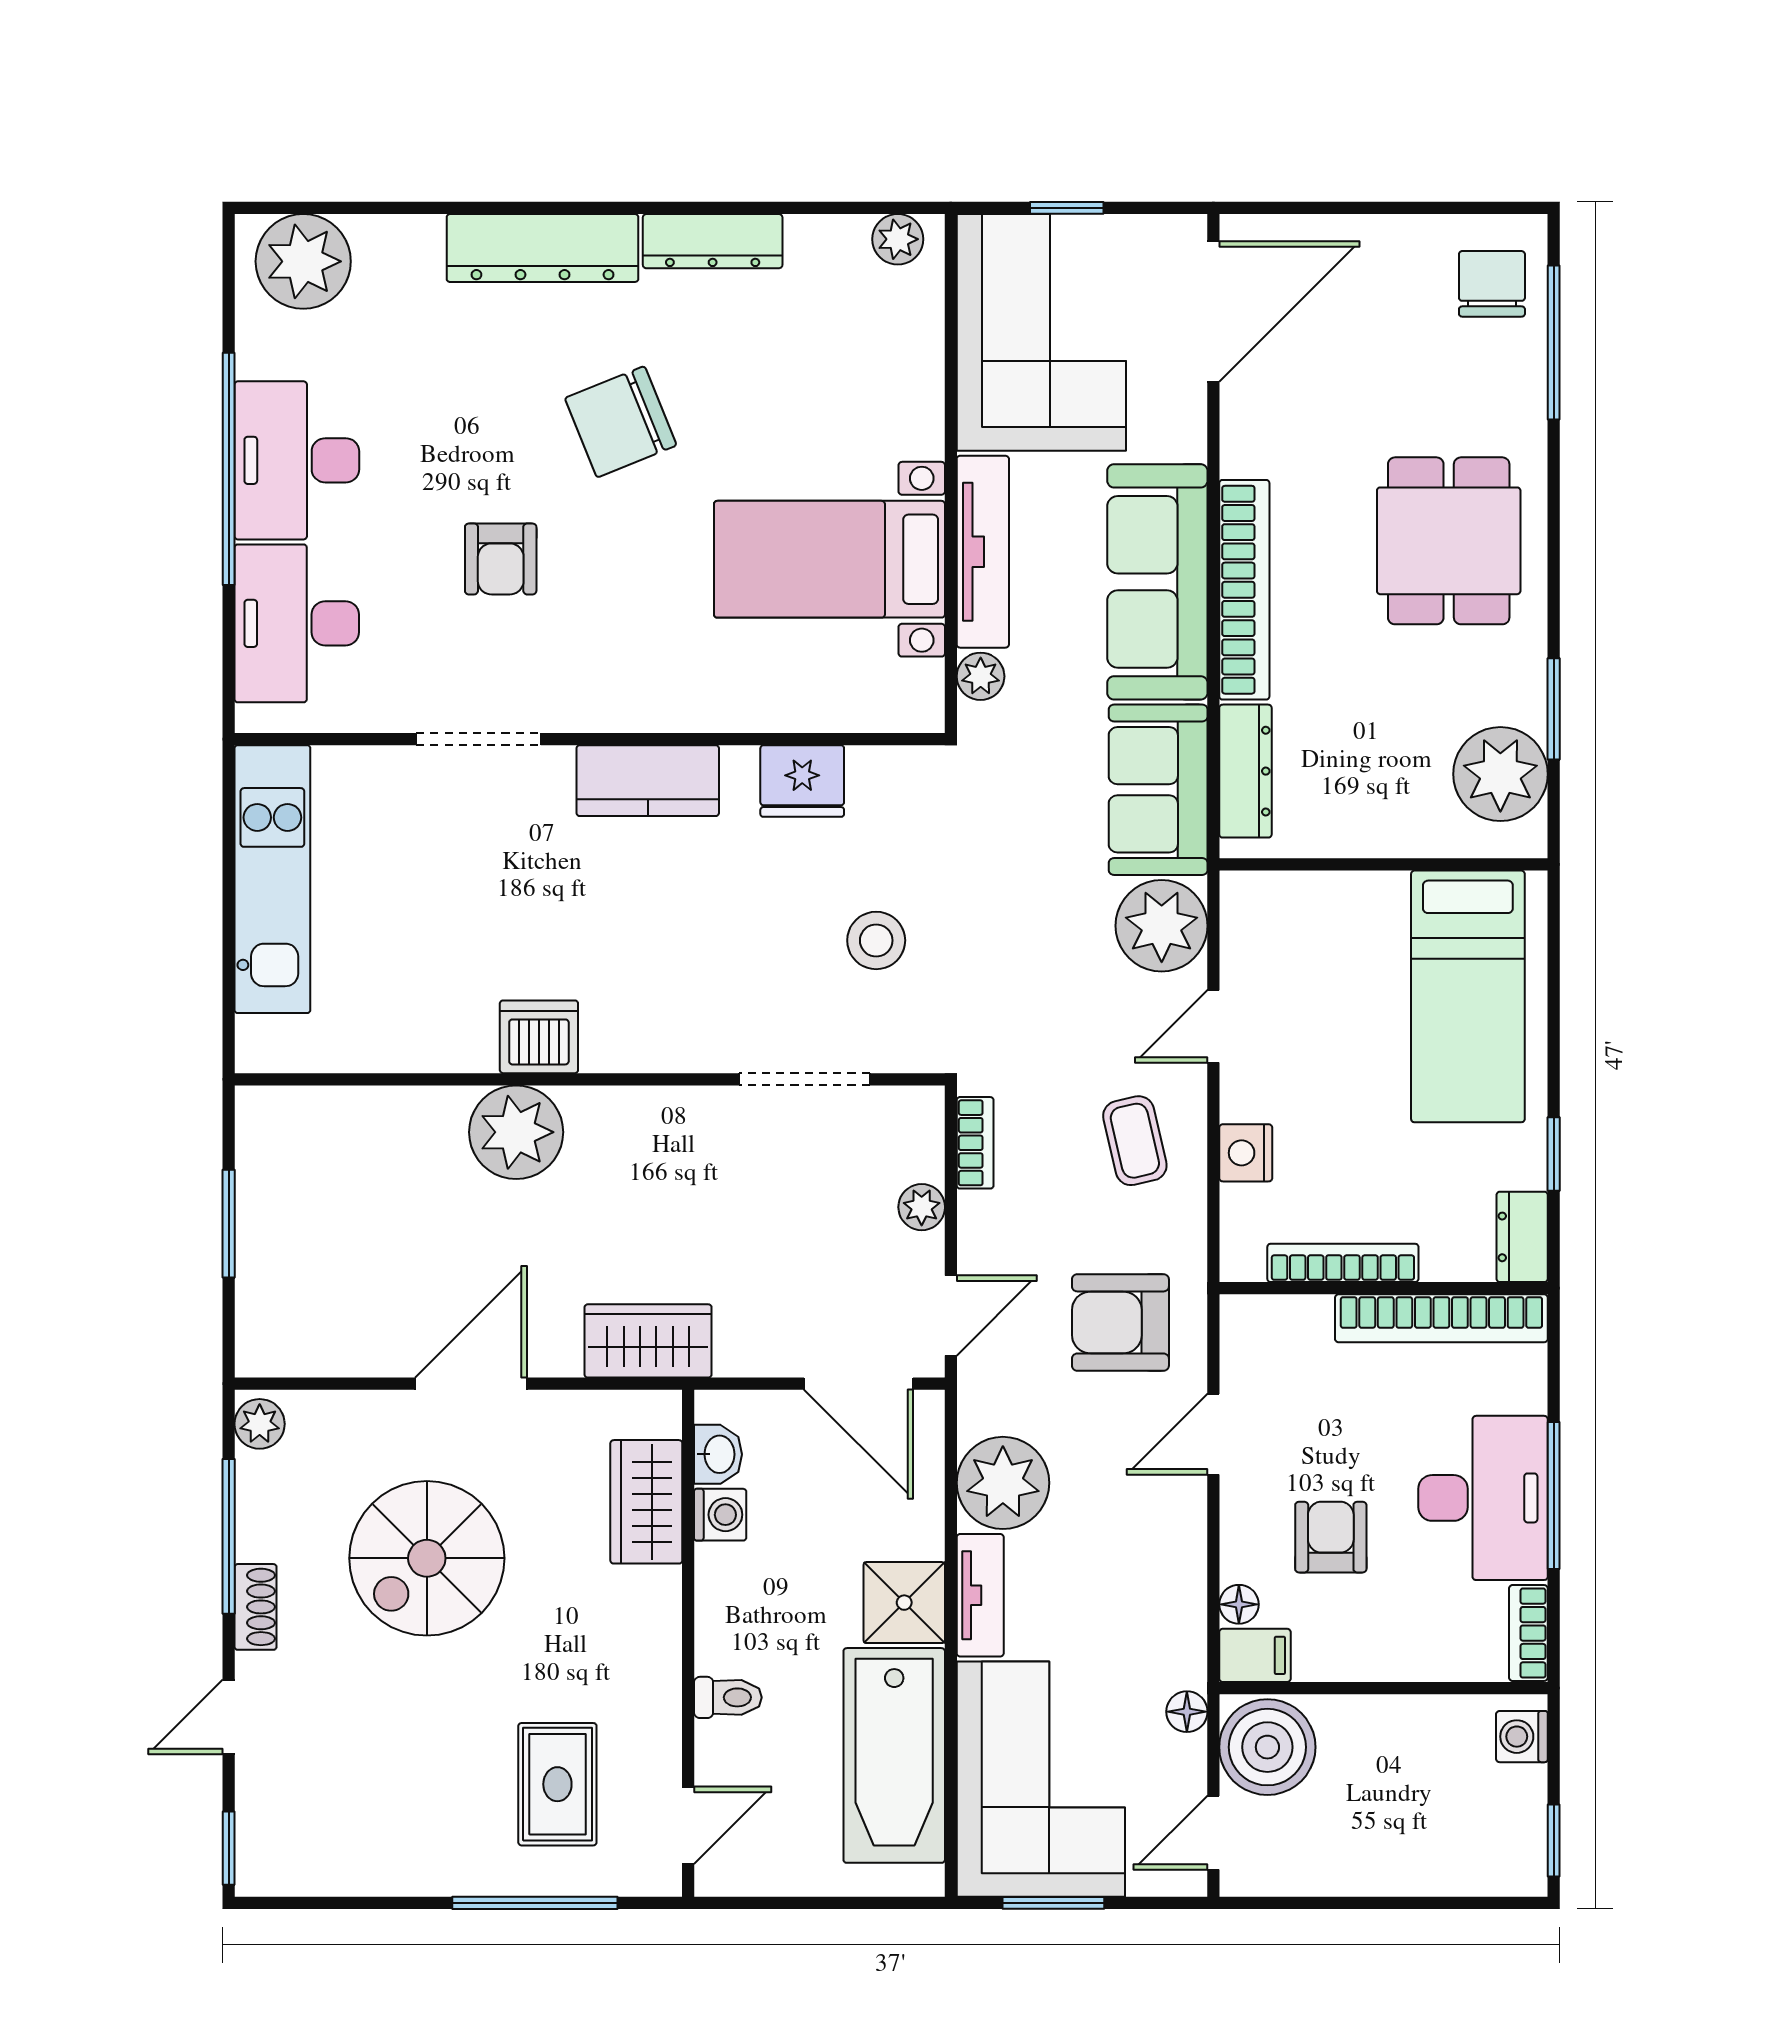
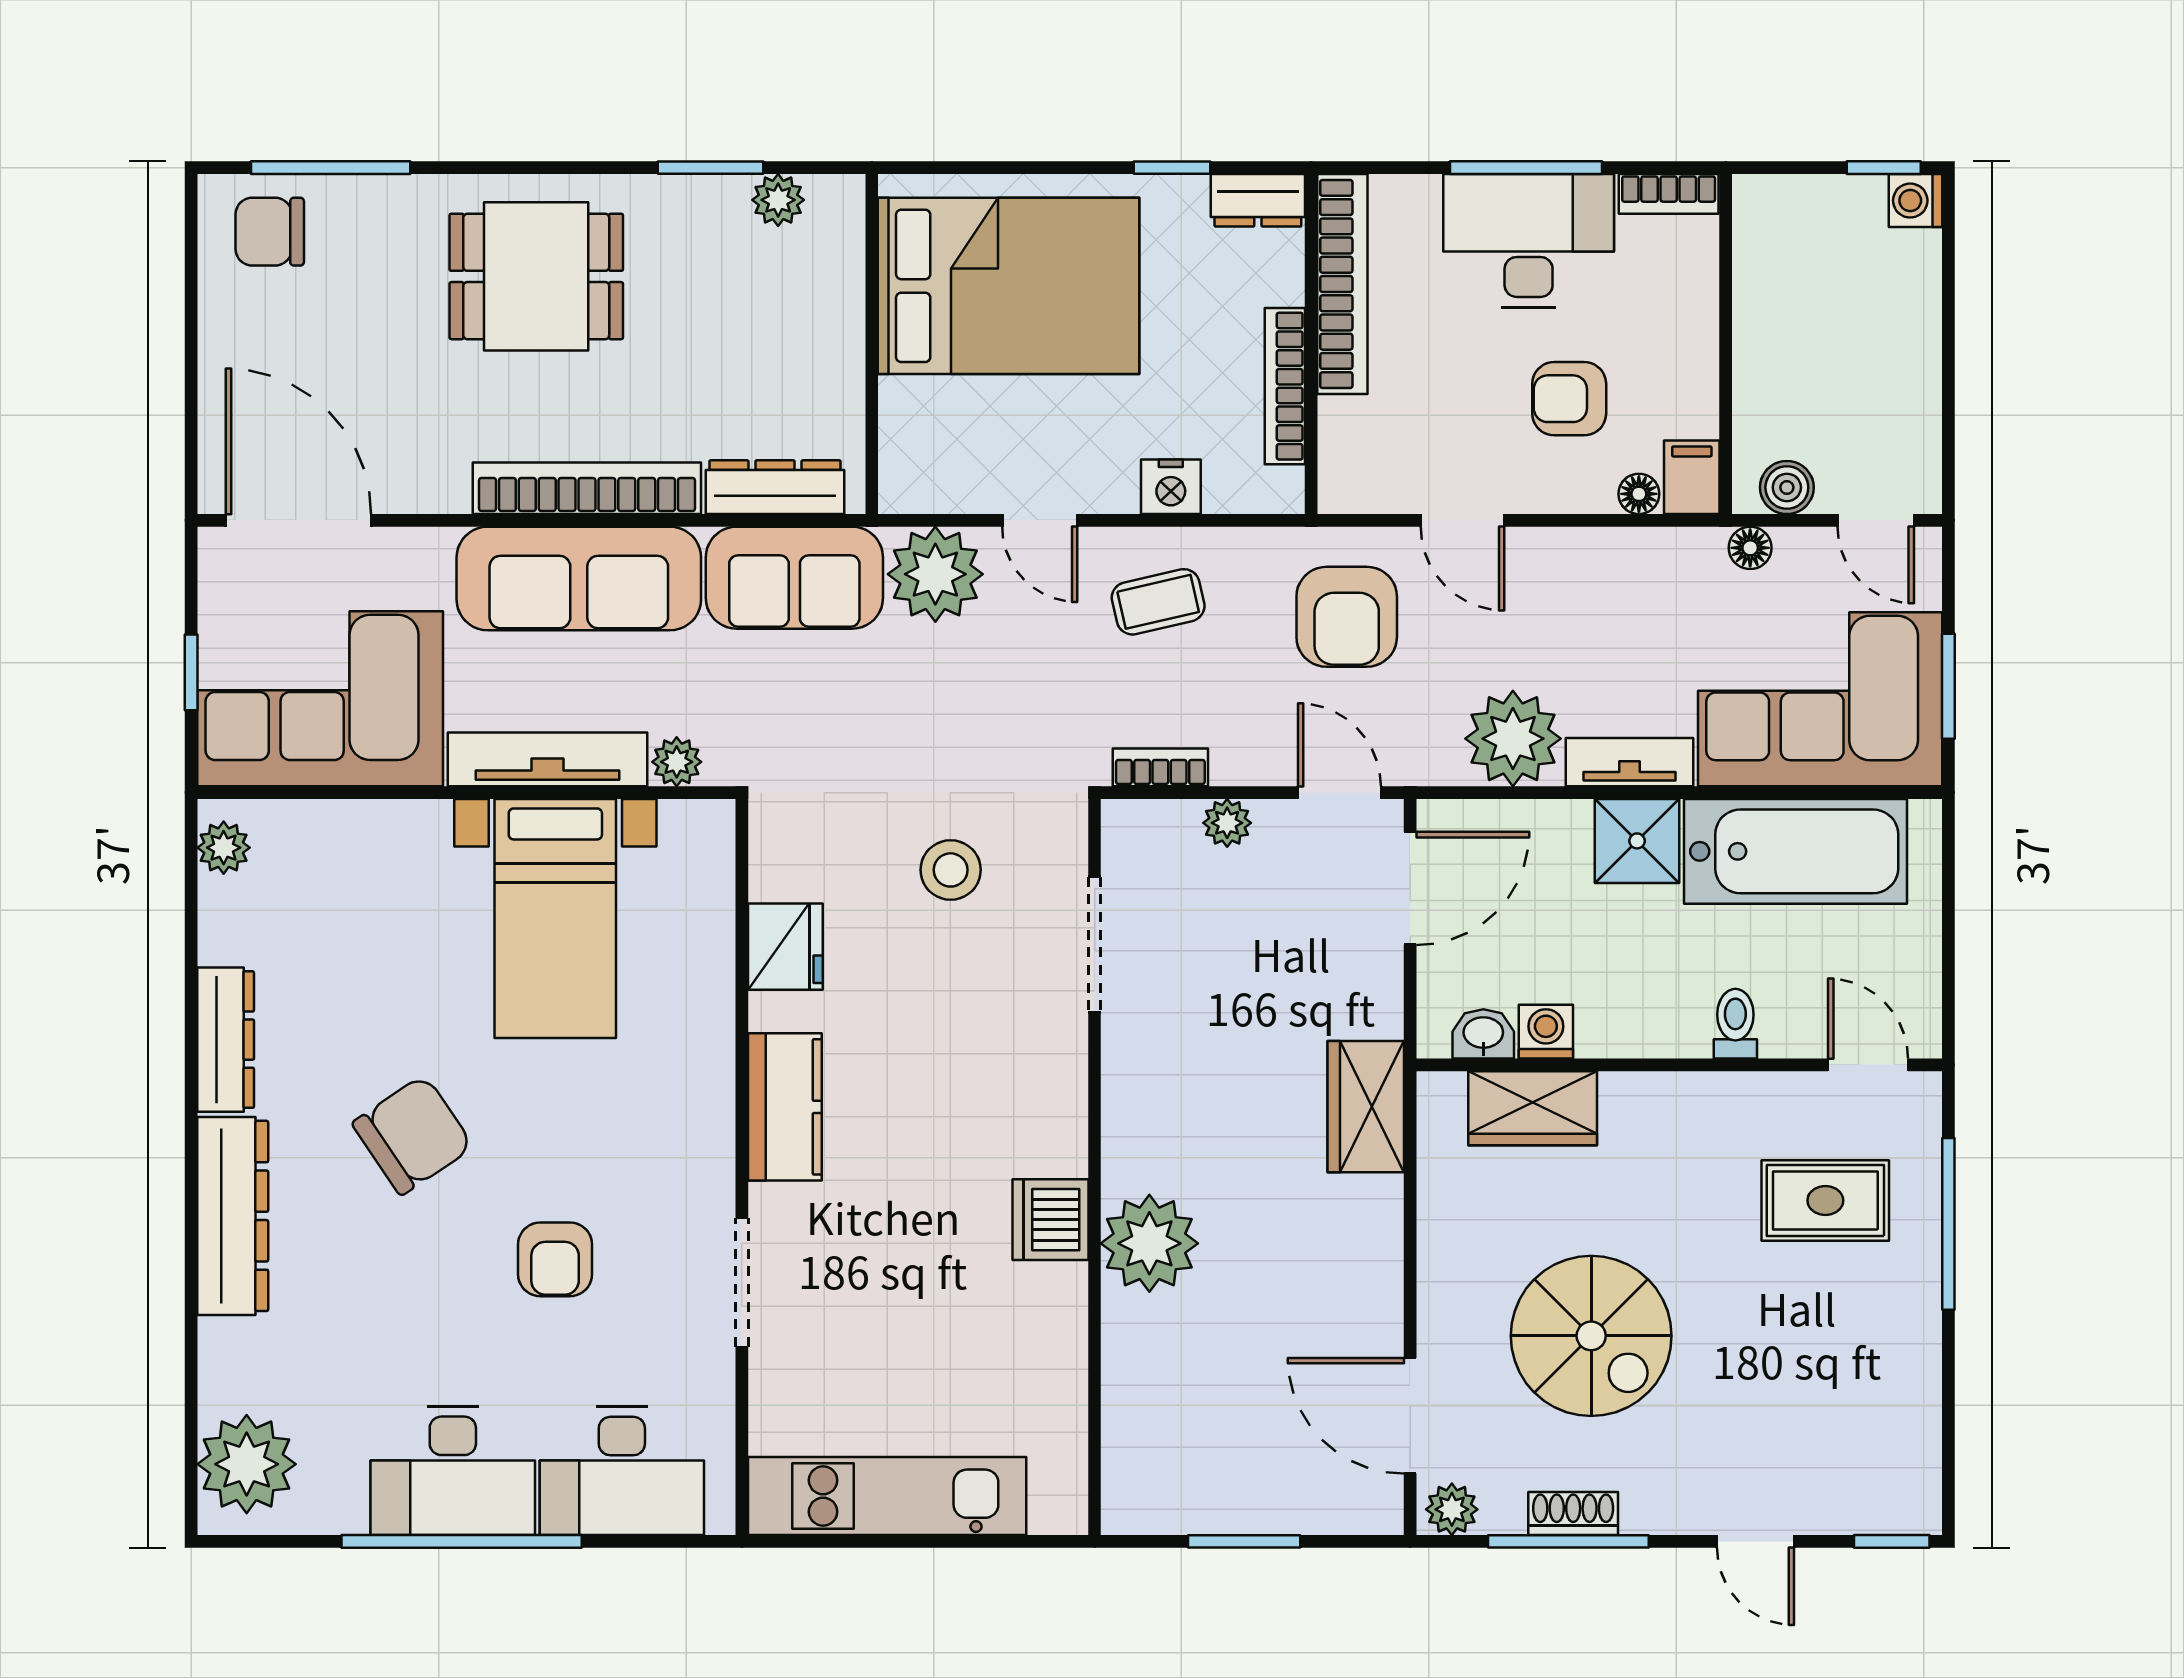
chair: (621, 422) -> (413, 1135), turned -102
armchair: (501, 559) -> (555, 1259), turned 90
plant: (1500, 774) -> (778, 200), width x0.53, depth x0.53
bed: (1468, 996) -> (1009, 286), width x1.50
door: (471, 1384) -> (1410, 1416), moved
shoe rack: (256, 1607) -> (1573, 1513), moved
washing machine: (1522, 1737) -> (1916, 201), moved, turned 90
boiler: (1267, 1747) -> (1787, 487), width x0.54, depth x0.54

